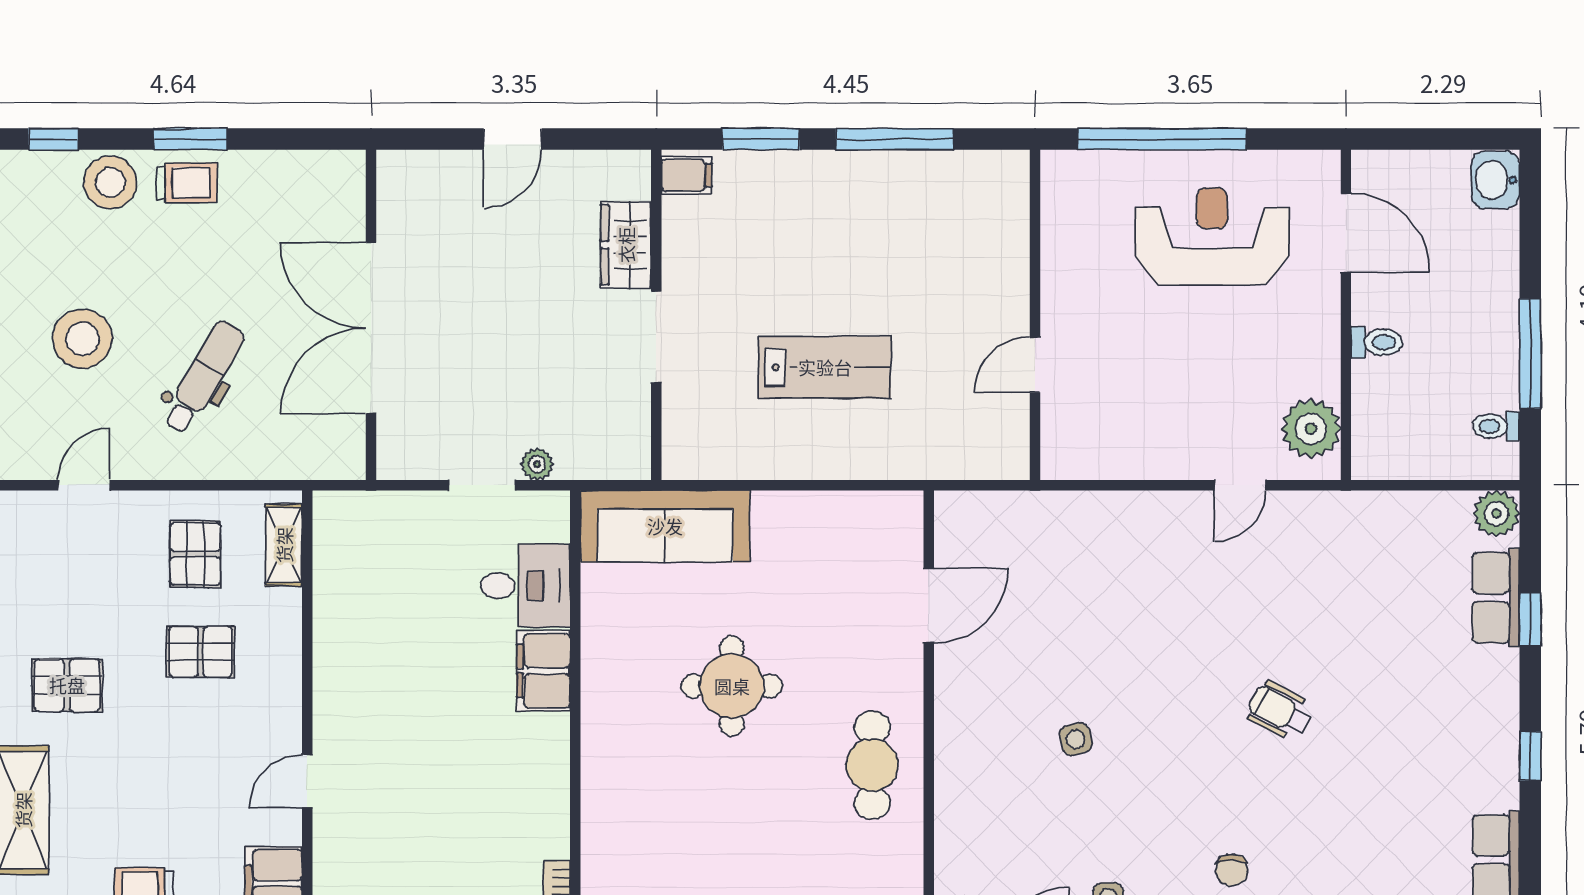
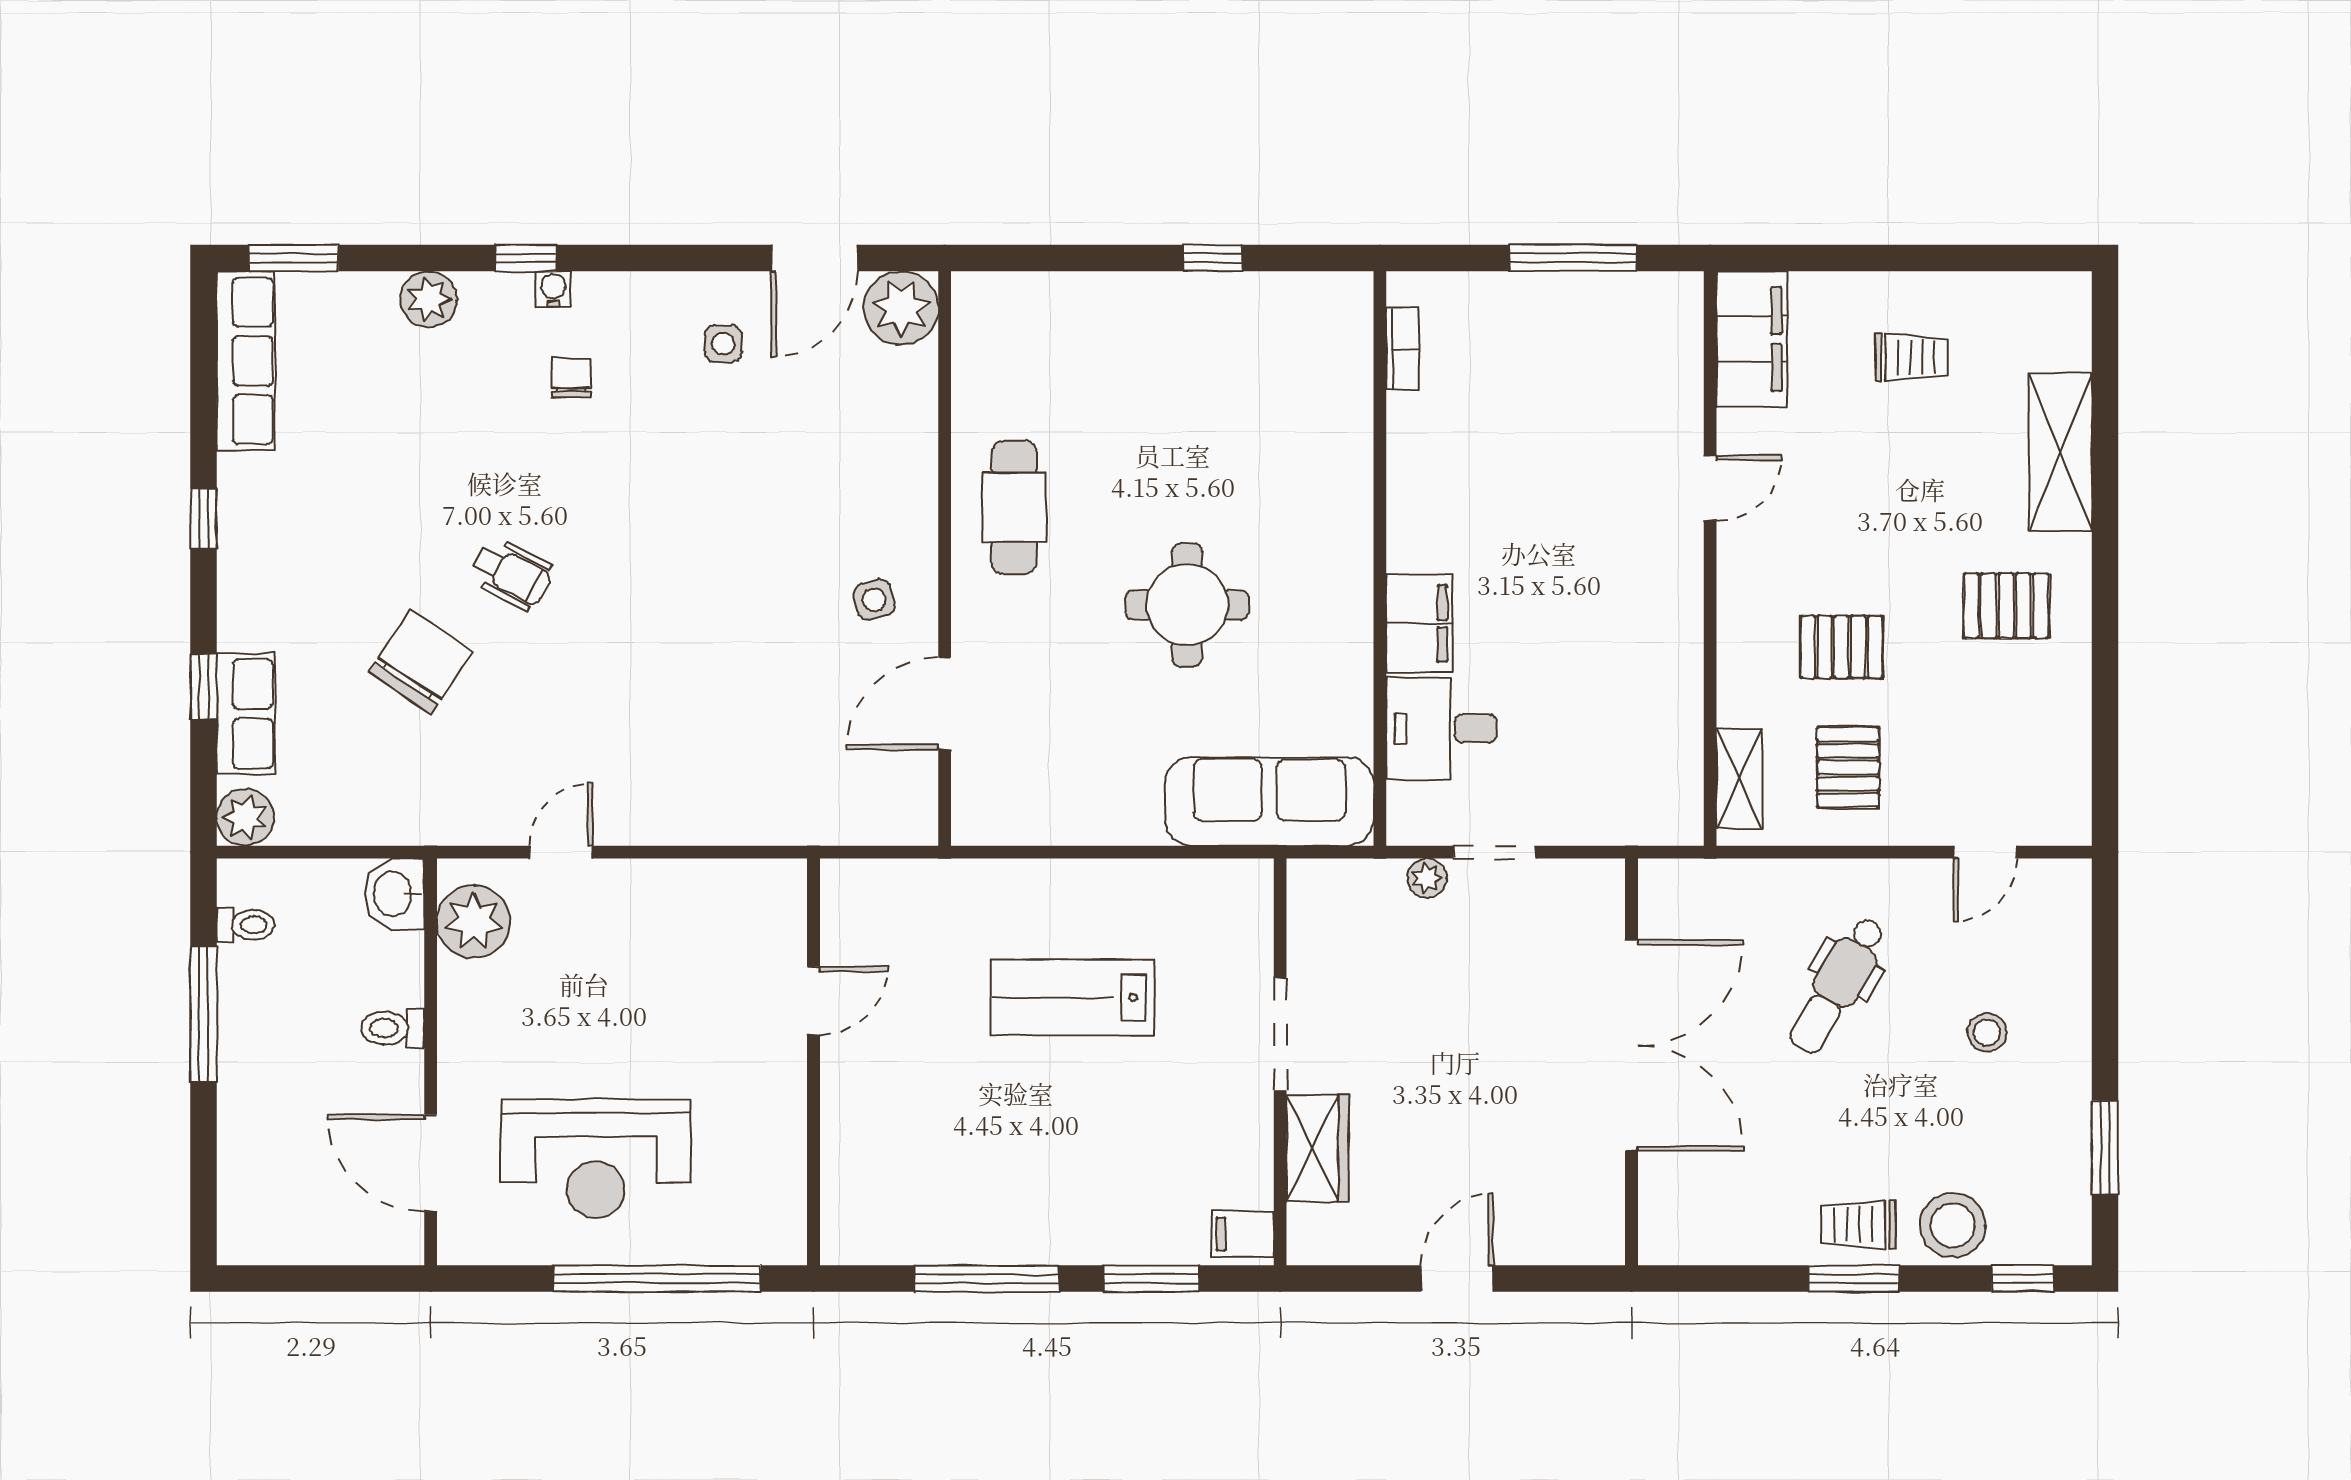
washbasin: (1495, 180) -> (394, 894), moved, turned 180
stool: (83, 339) -> (1987, 1033), width x0.53, depth x0.53
chair: (1354, 640) -> (421, 662), added
side table: (1076, 739) -> (874, 600), moved

